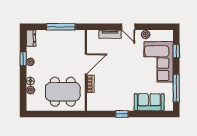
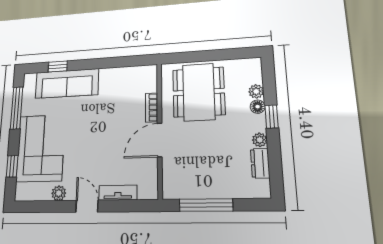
dresser: (31, 38) -> (260, 163), moved
window: (23, 59) -> (272, 117), moved
dining table: (63, 92) -> (199, 92), turned 90
sofa: (149, 102) -> (67, 83), width x1.36
window: (122, 114) -> (58, 66), moved

